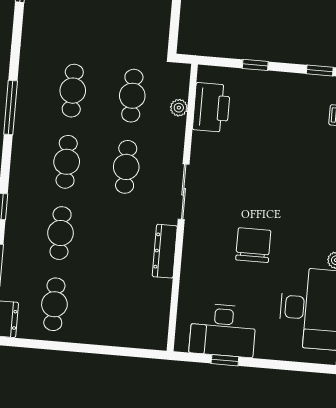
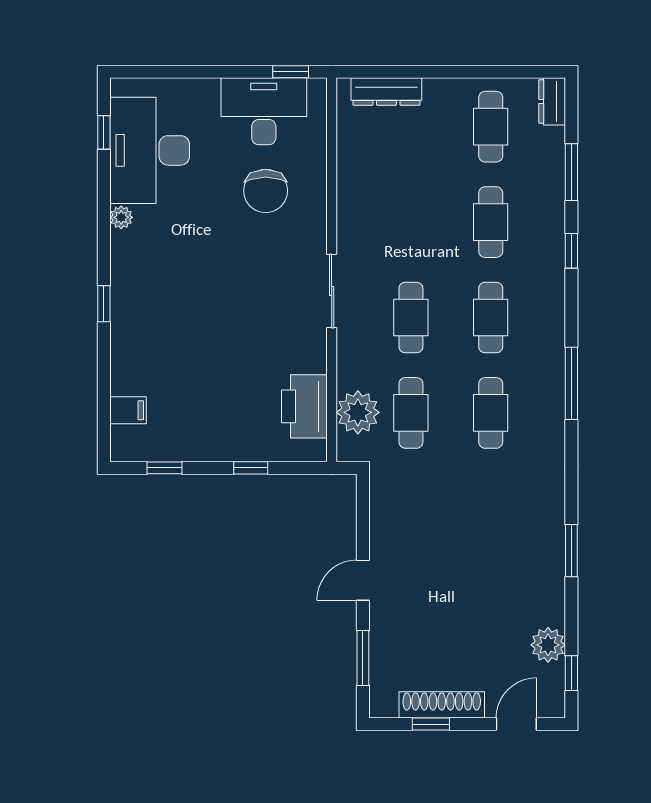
plant: (179, 108) -> (358, 412), width x1.88, depth x1.88
chair: (253, 245) -> (266, 191), moved
dresser: (165, 251) -> (386, 91), moved, turned 90
window: (225, 360) -> (291, 72), moved

